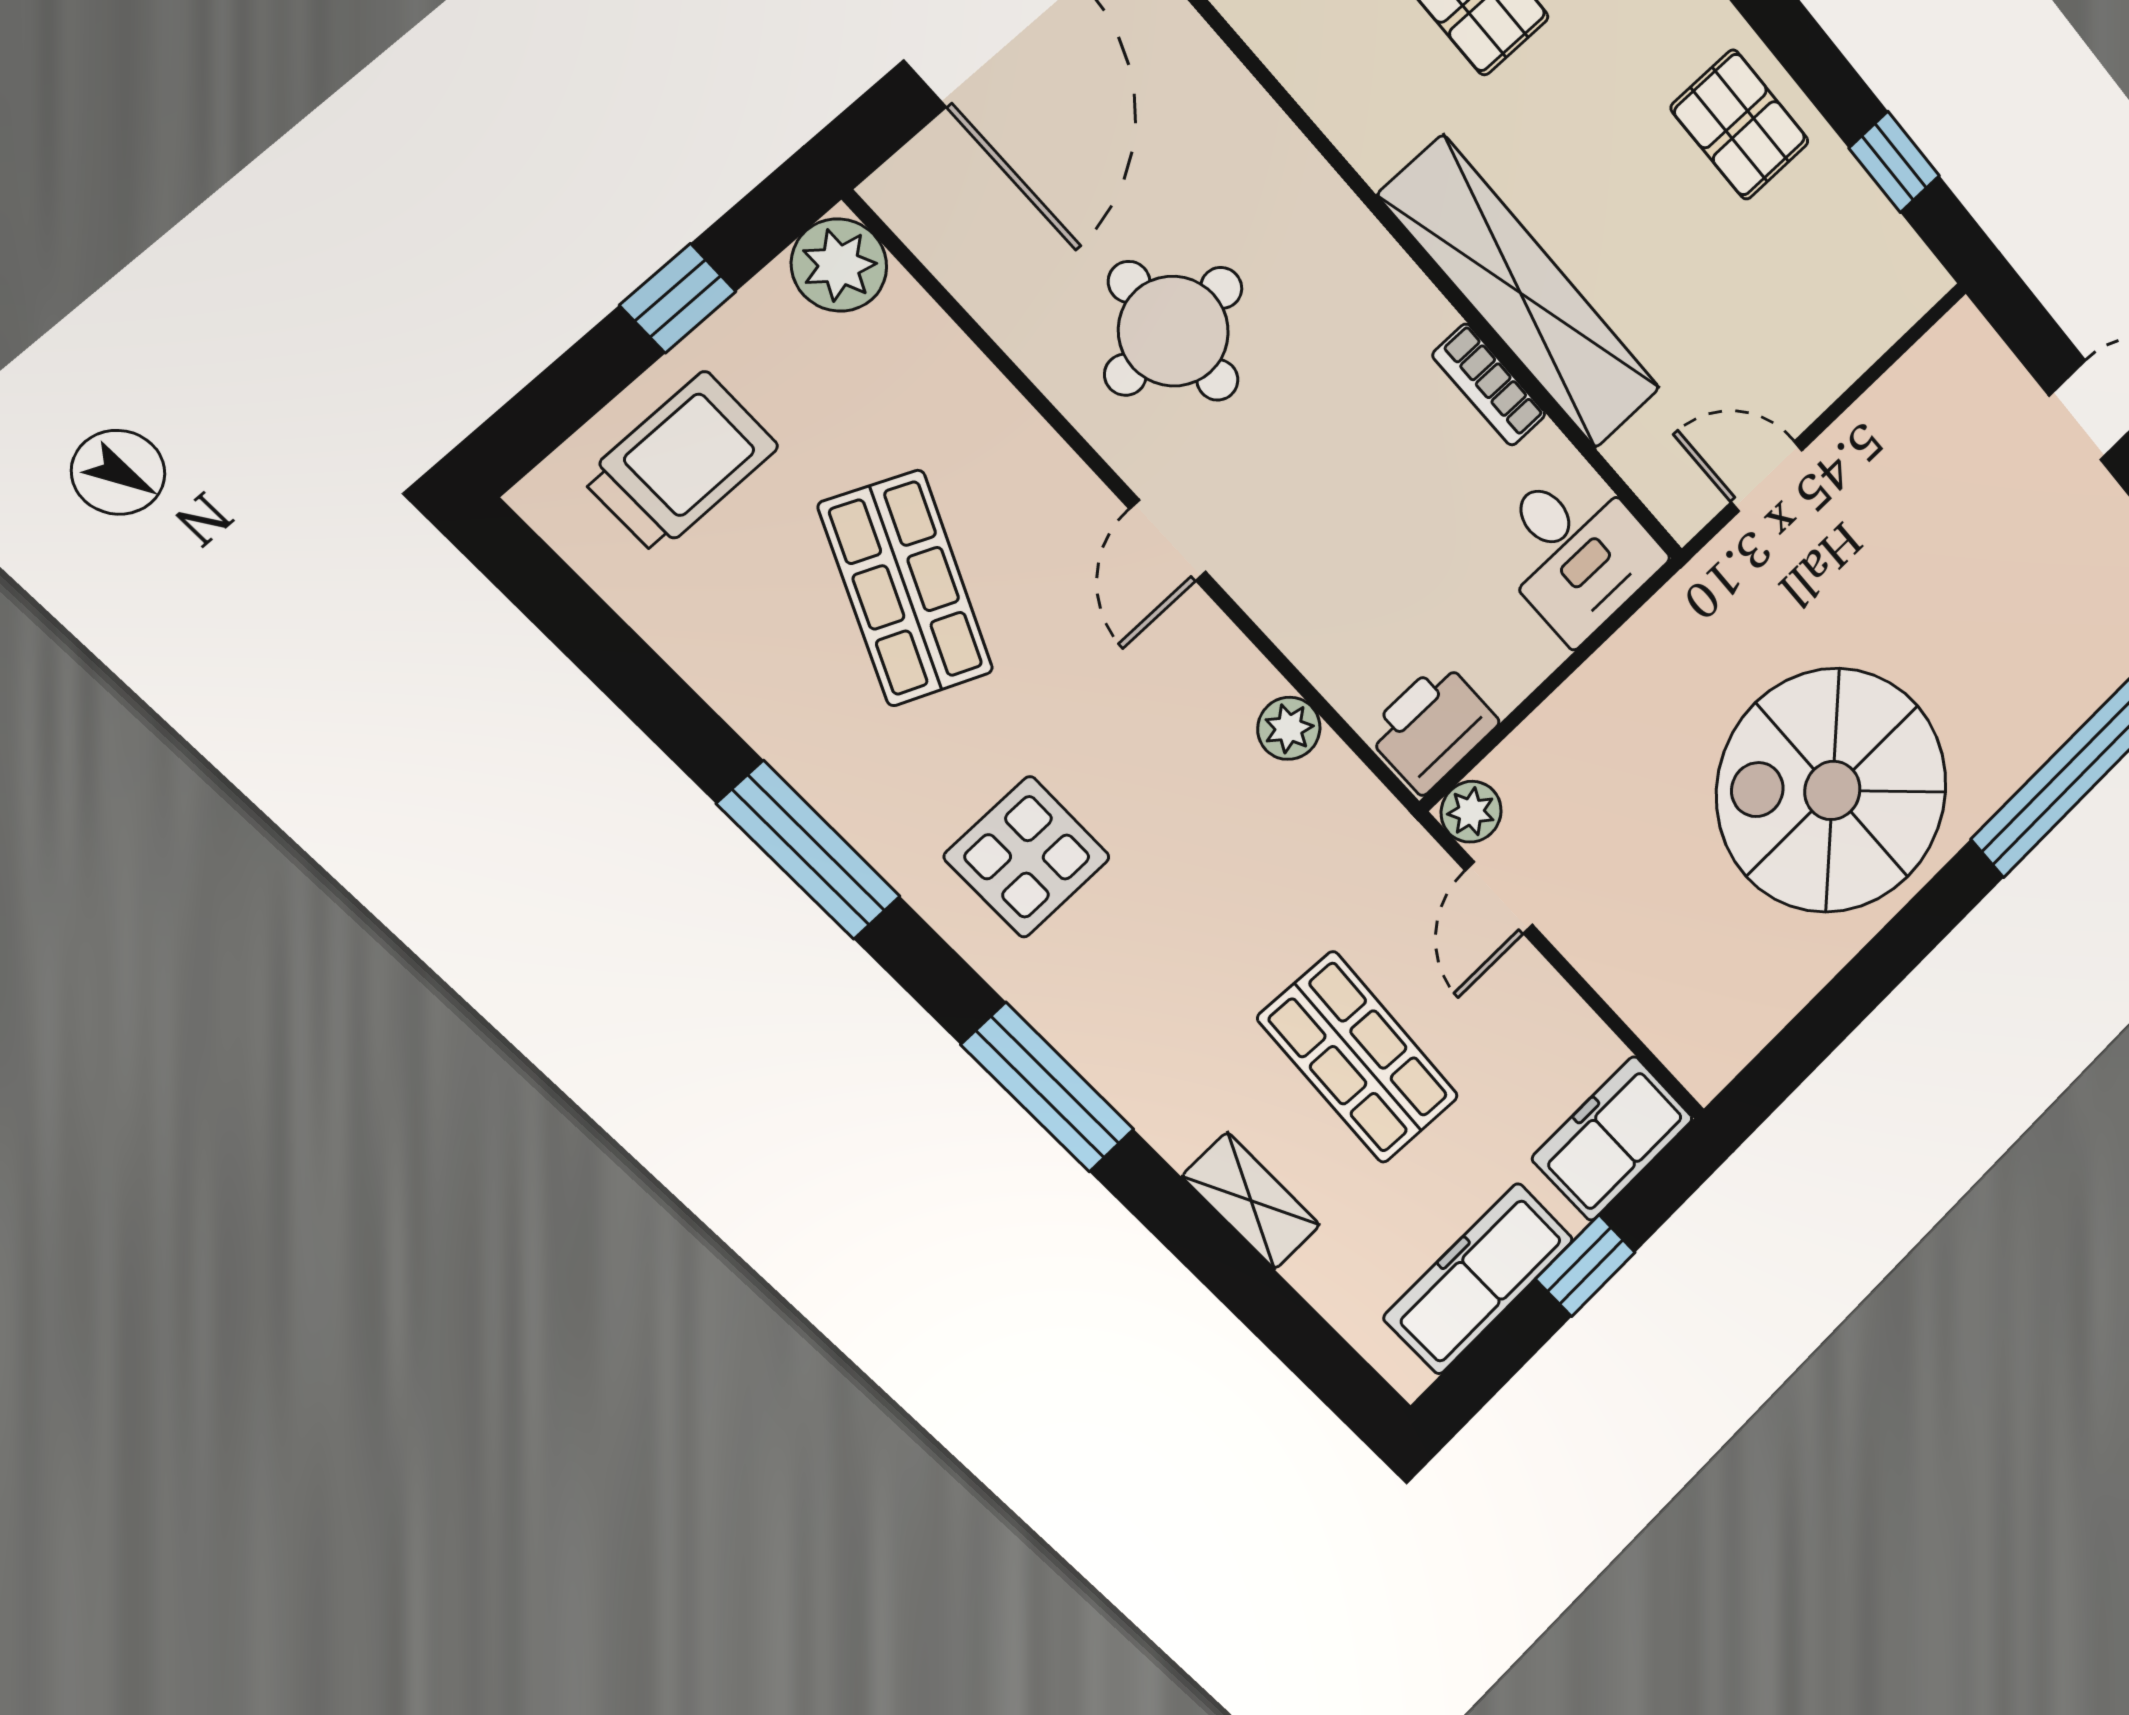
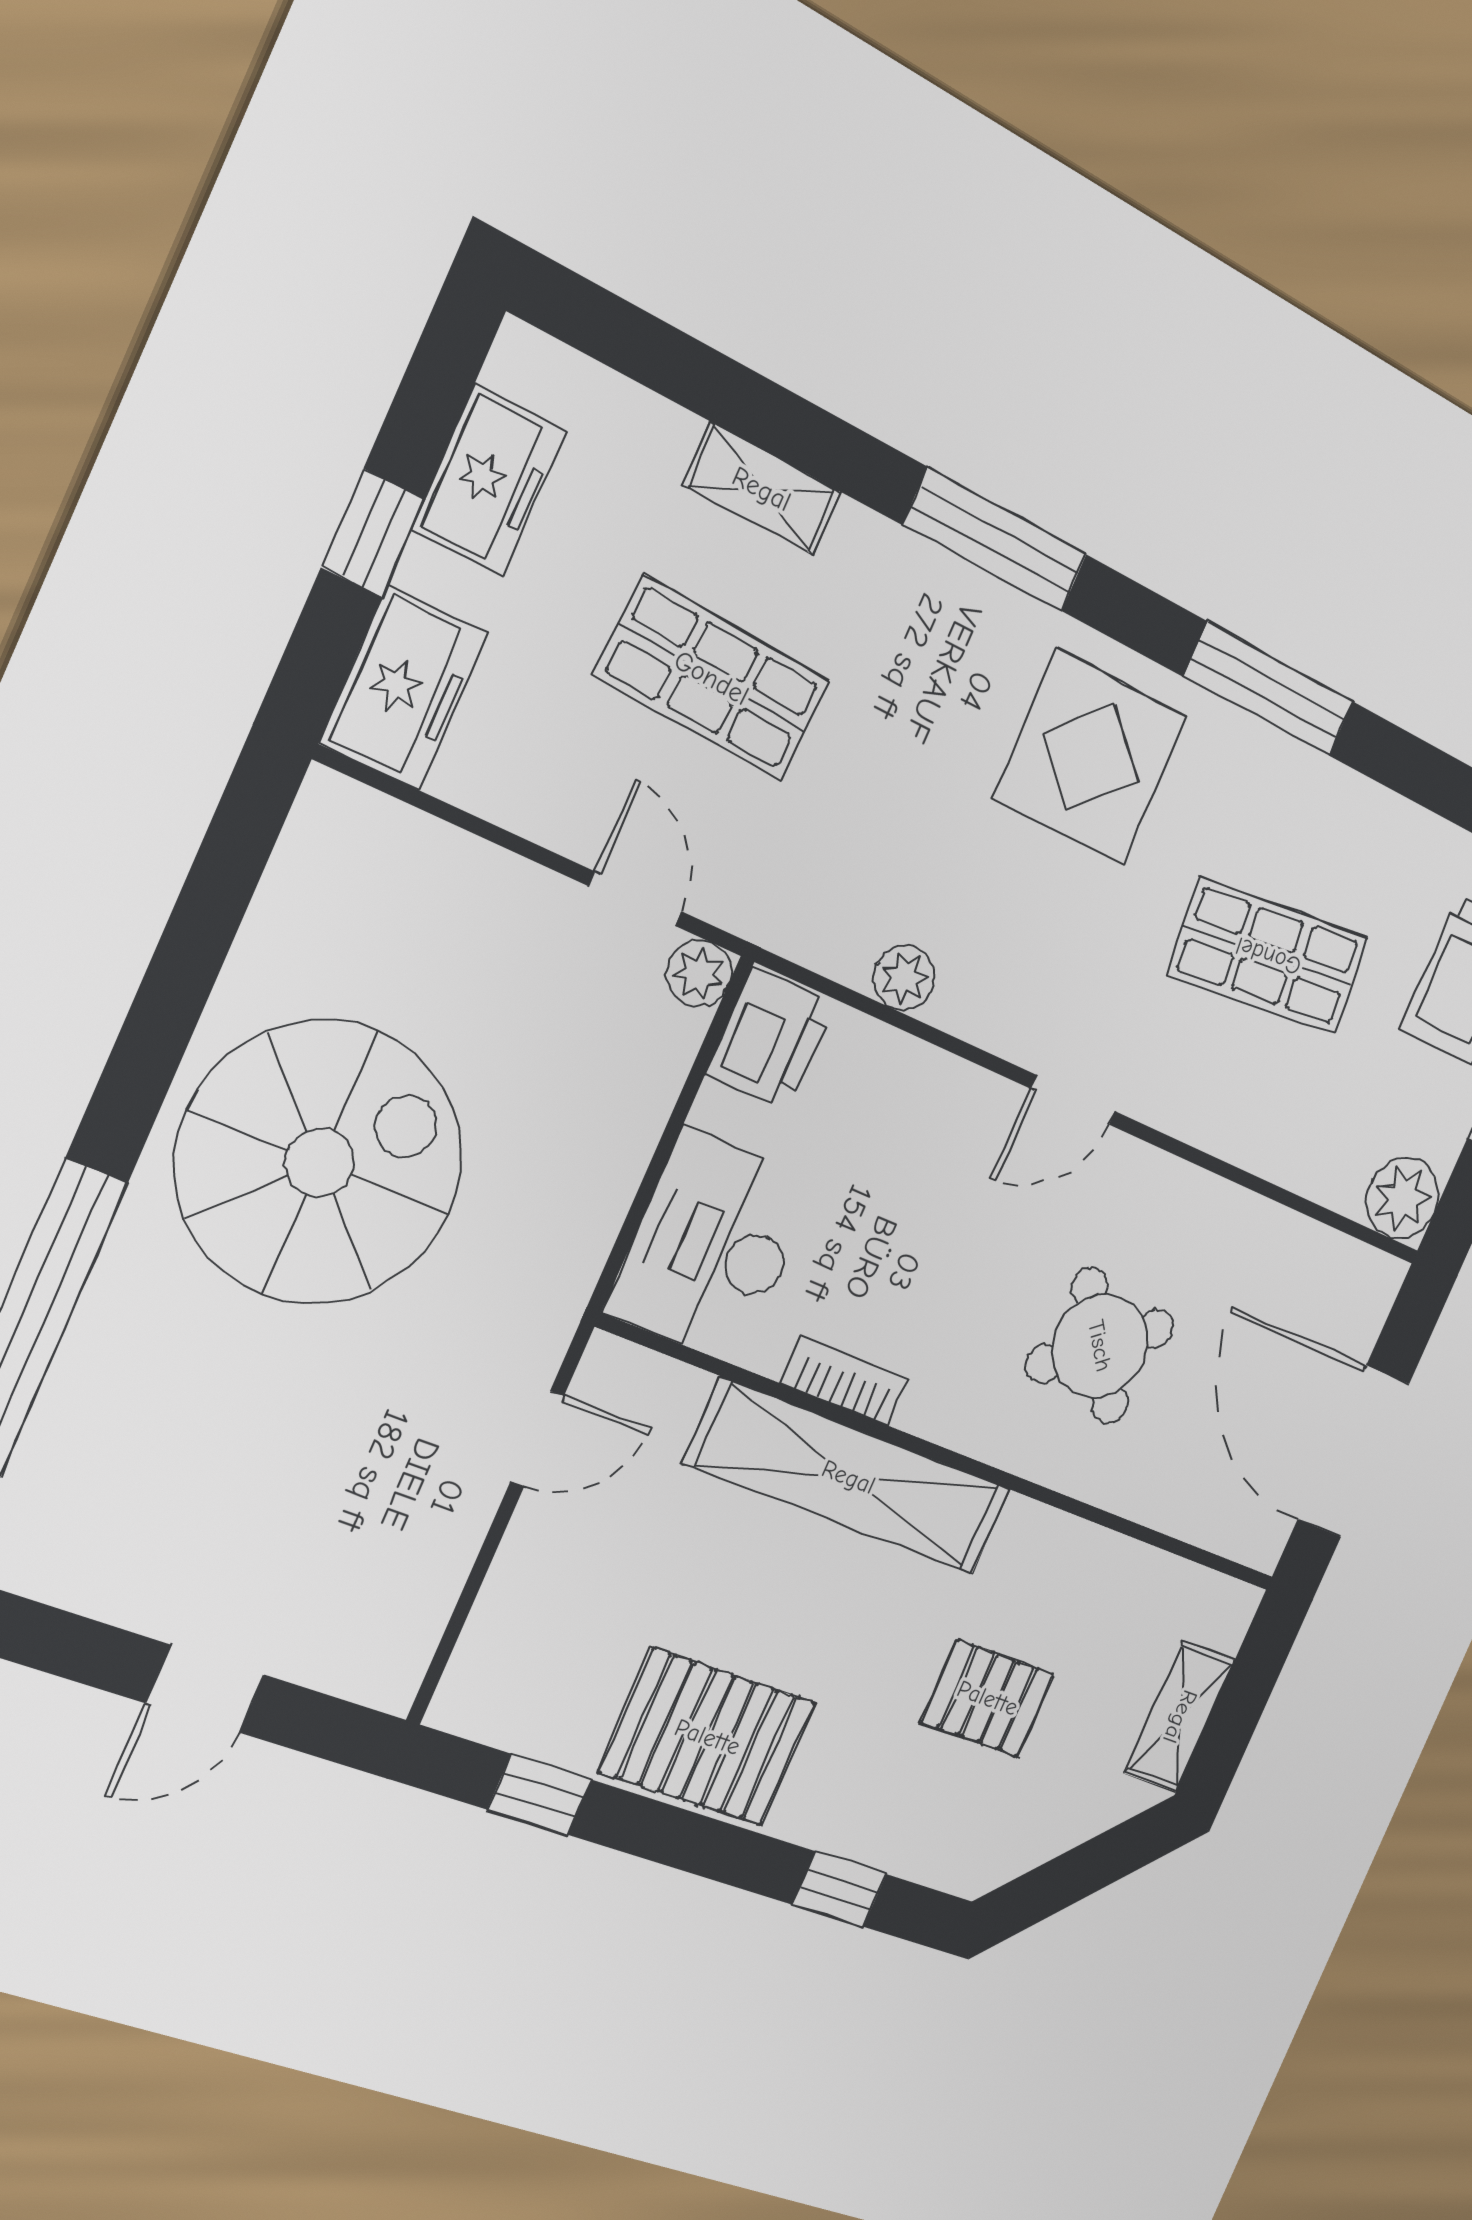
pallet: (1740, 125) -> (708, 1737), width x1.50, depth x1.42
round table: (1173, 331) -> (1100, 1346), moved, turned -37
door: (1168, 540) -> (1073, 1100), swing flipped
desk: (1575, 551) -> (712, 1247), width x1.37
shop shelf: (906, 588) -> (1268, 956), turned -30
display table: (1027, 857) -> (1090, 757), width x1.36, depth x1.36
freezer: (1479, 1278) -> (489, 480), width x0.71

